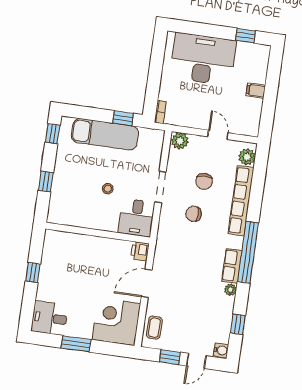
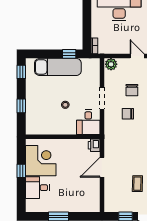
desk: (49, 318) -> (37, 188), moved
corner desk: (116, 322) -> (41, 161), moved, turned 90
coffee table: (154, 328) -> (137, 184), moved

